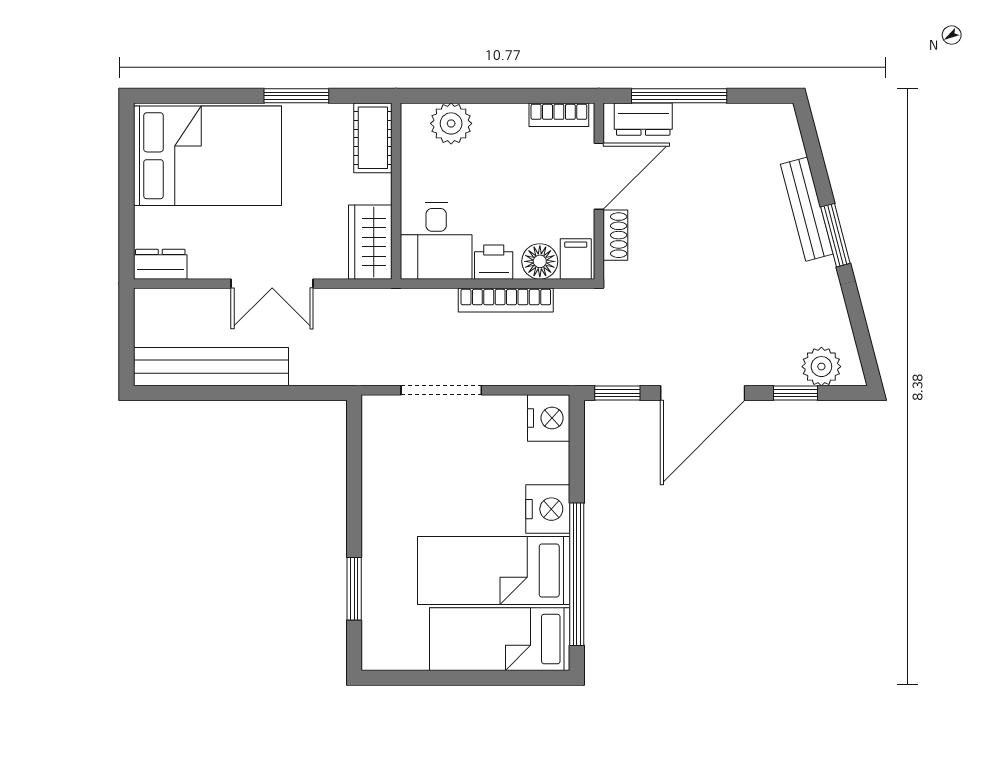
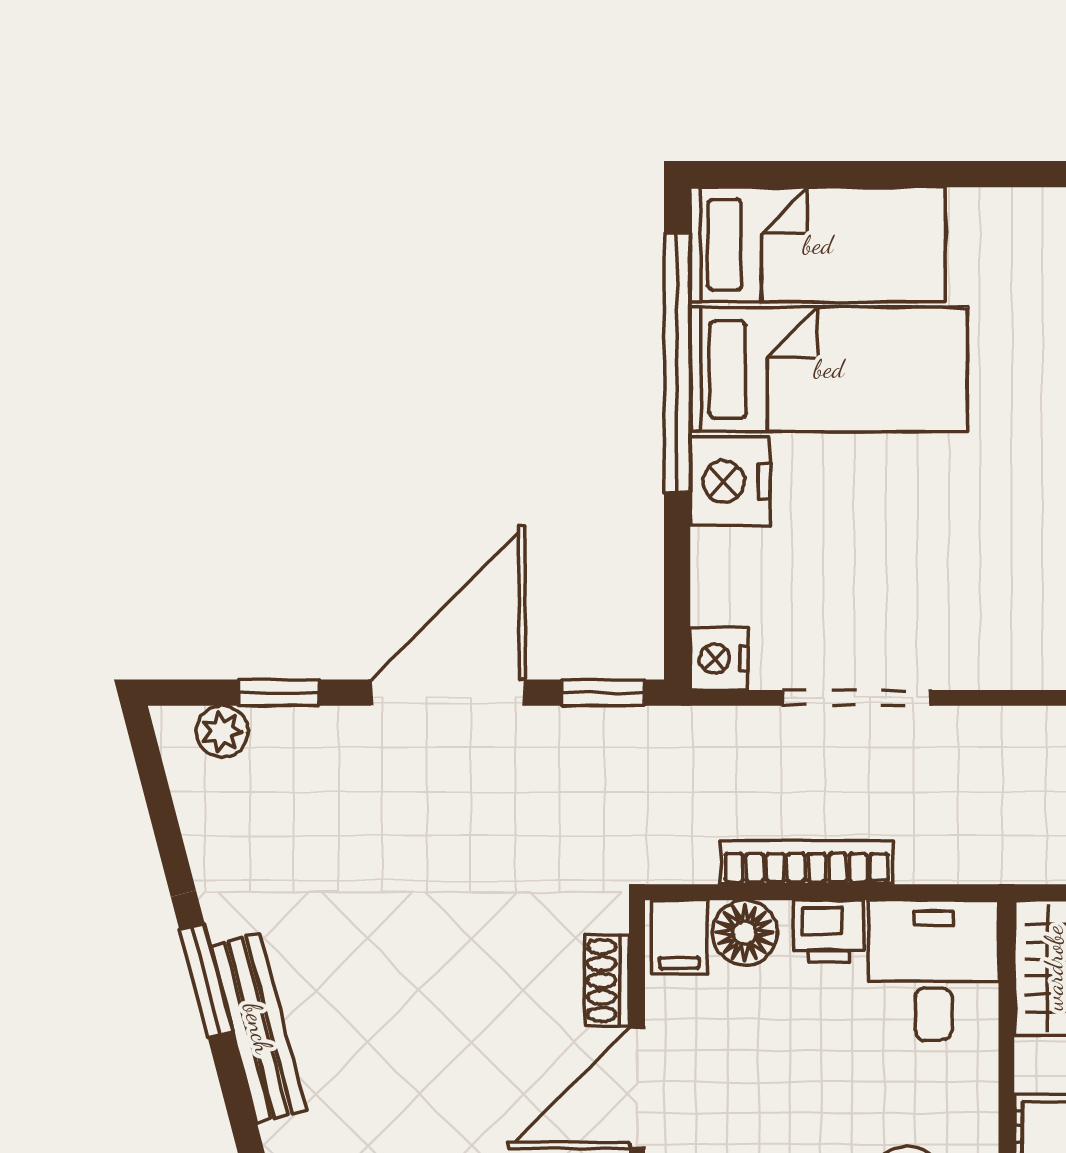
plant: (821, 367) -> (222, 731), width x0.73, depth x0.73
doorway: (441, 390) -> (856, 698), moved
nightstand: (549, 418) -> (719, 659), width x0.74, depth x0.75

